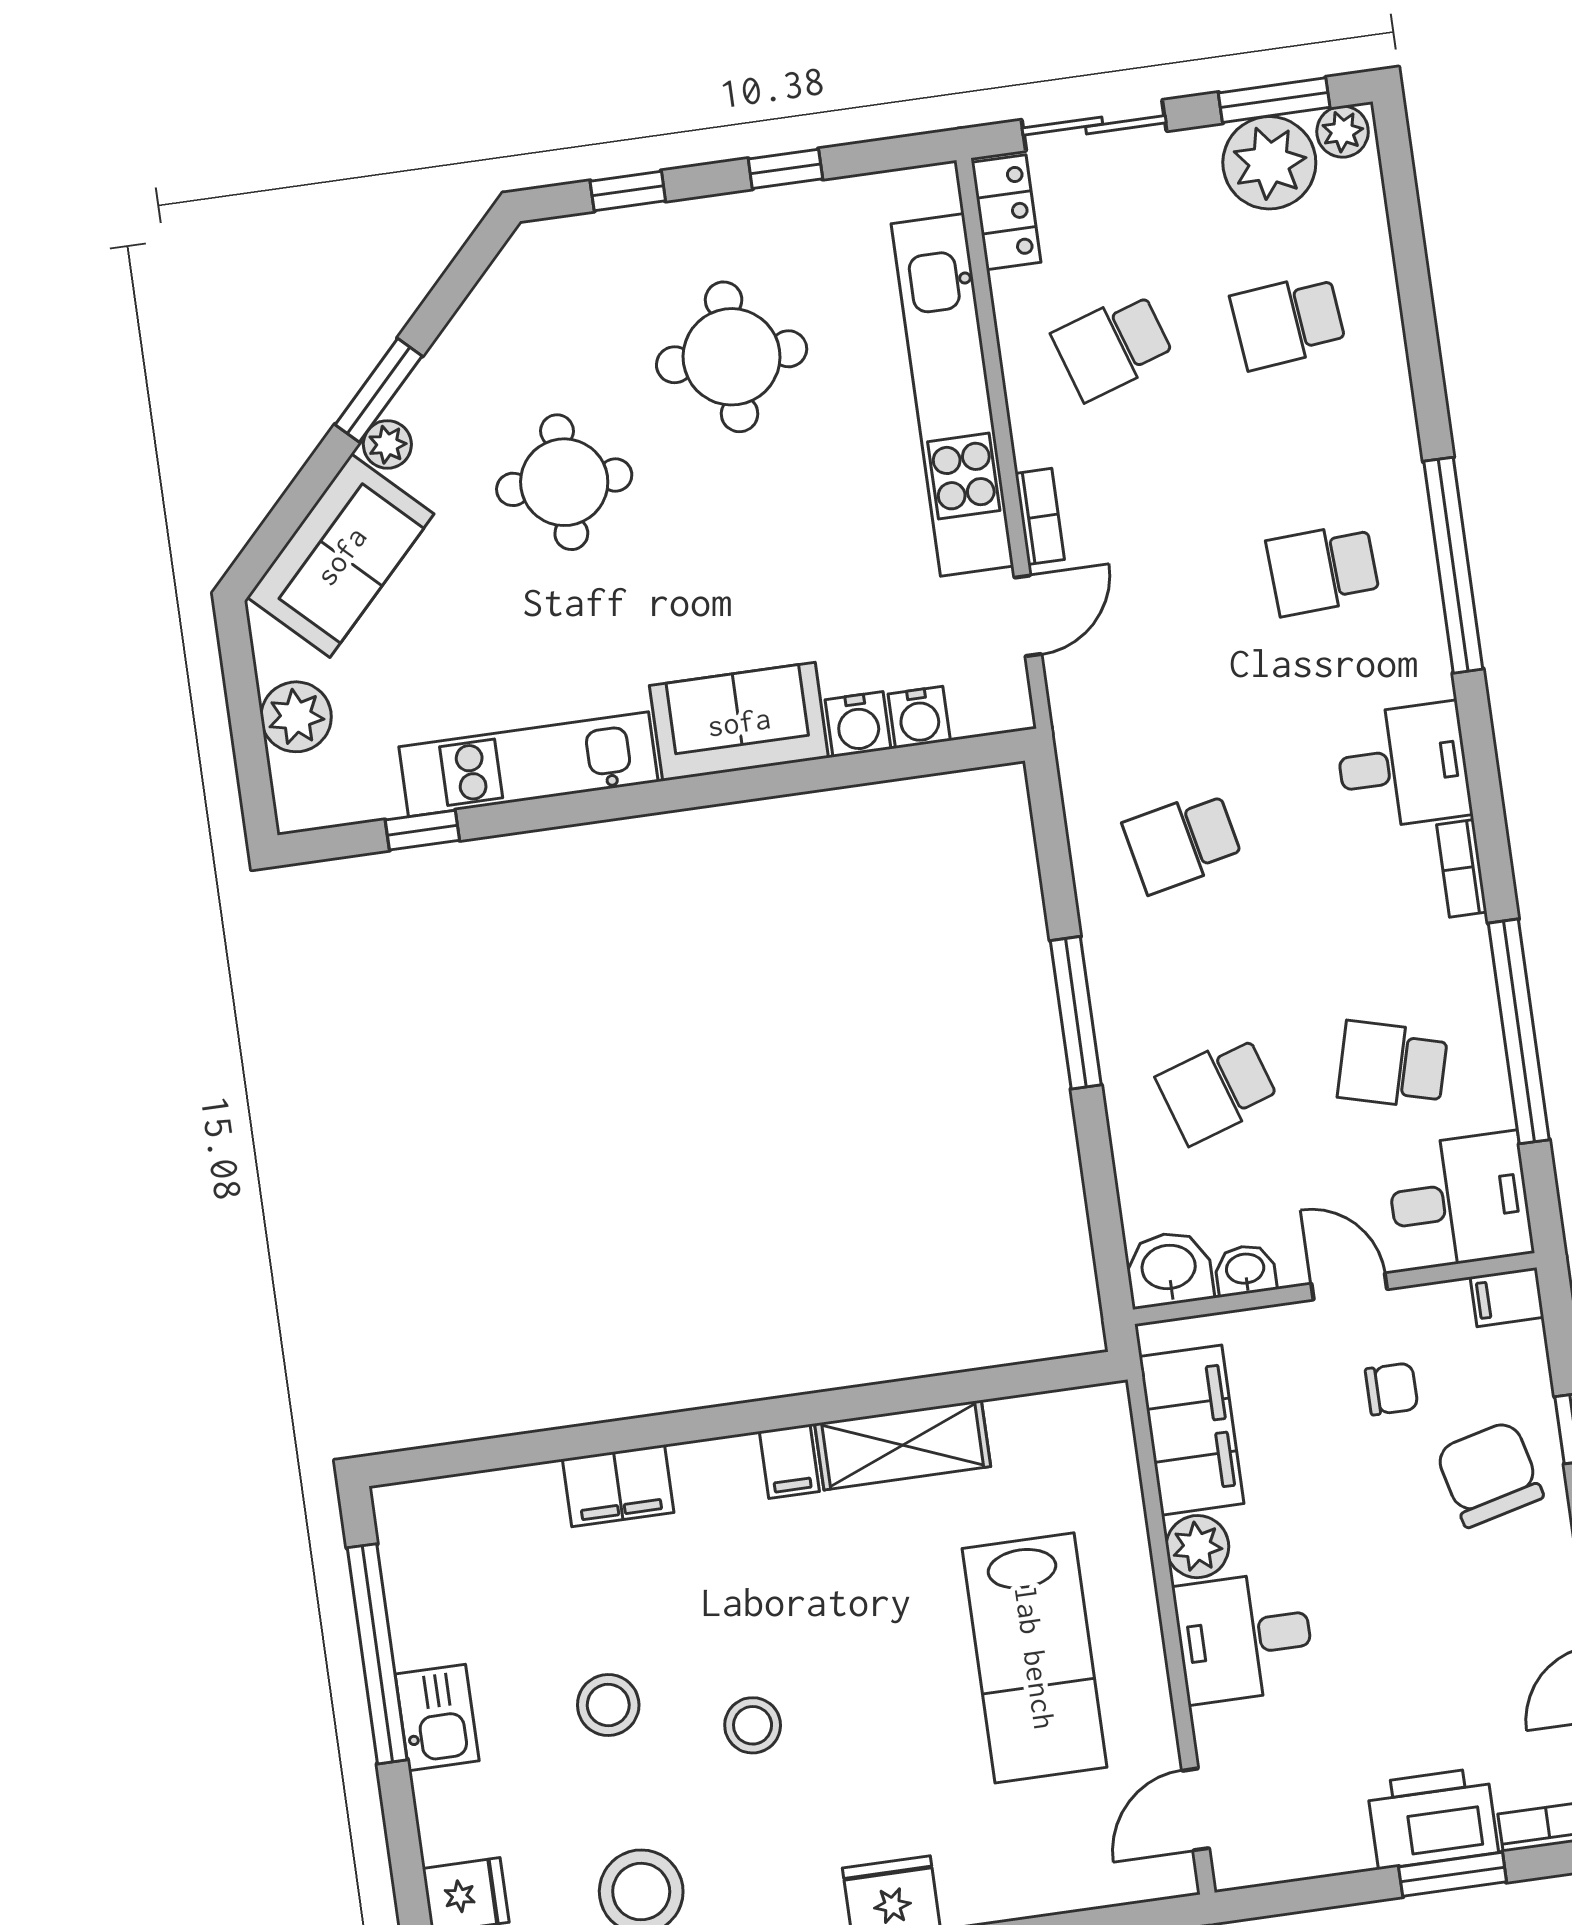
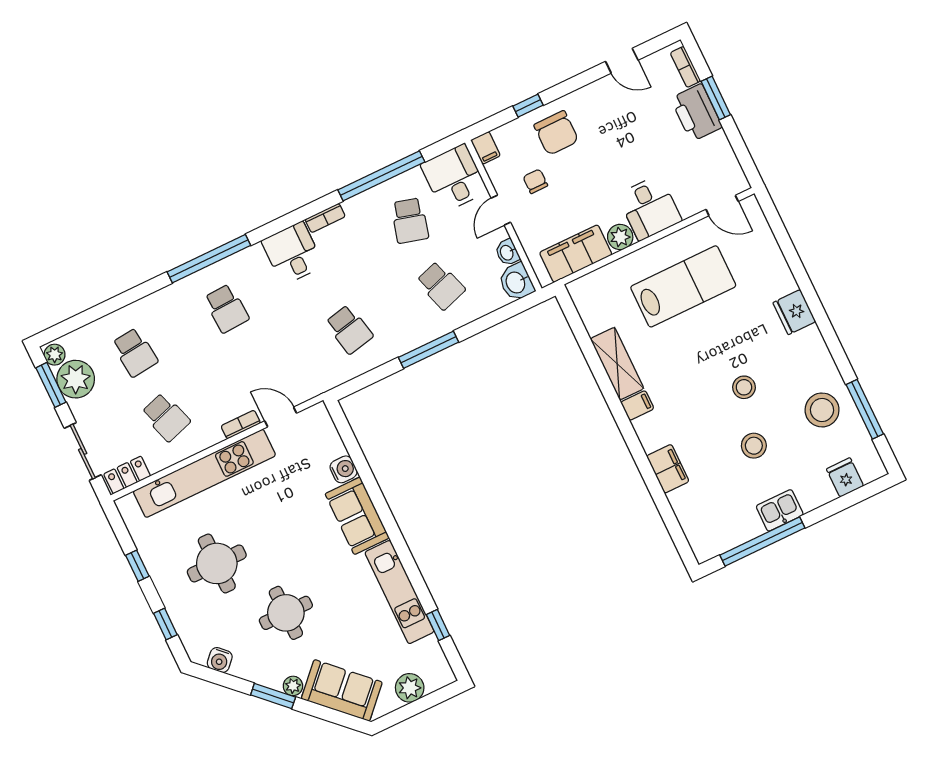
water cooler: (919, 717) -> (220, 660), moved, turned 134
chair: (1489, 1474) -> (556, 133), turned -76

